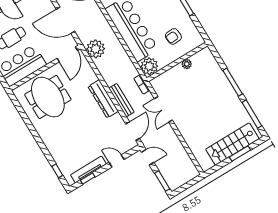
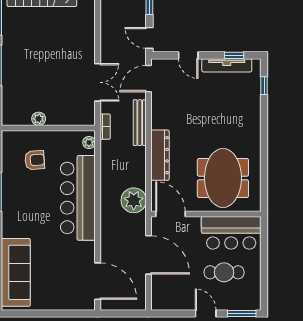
door: (67, 54) -> (170, 214), hinge flipped
plant: (149, 66) -> (89, 143), width x0.53, depth x0.53
dresser: (103, 99) -> (160, 155), moved

